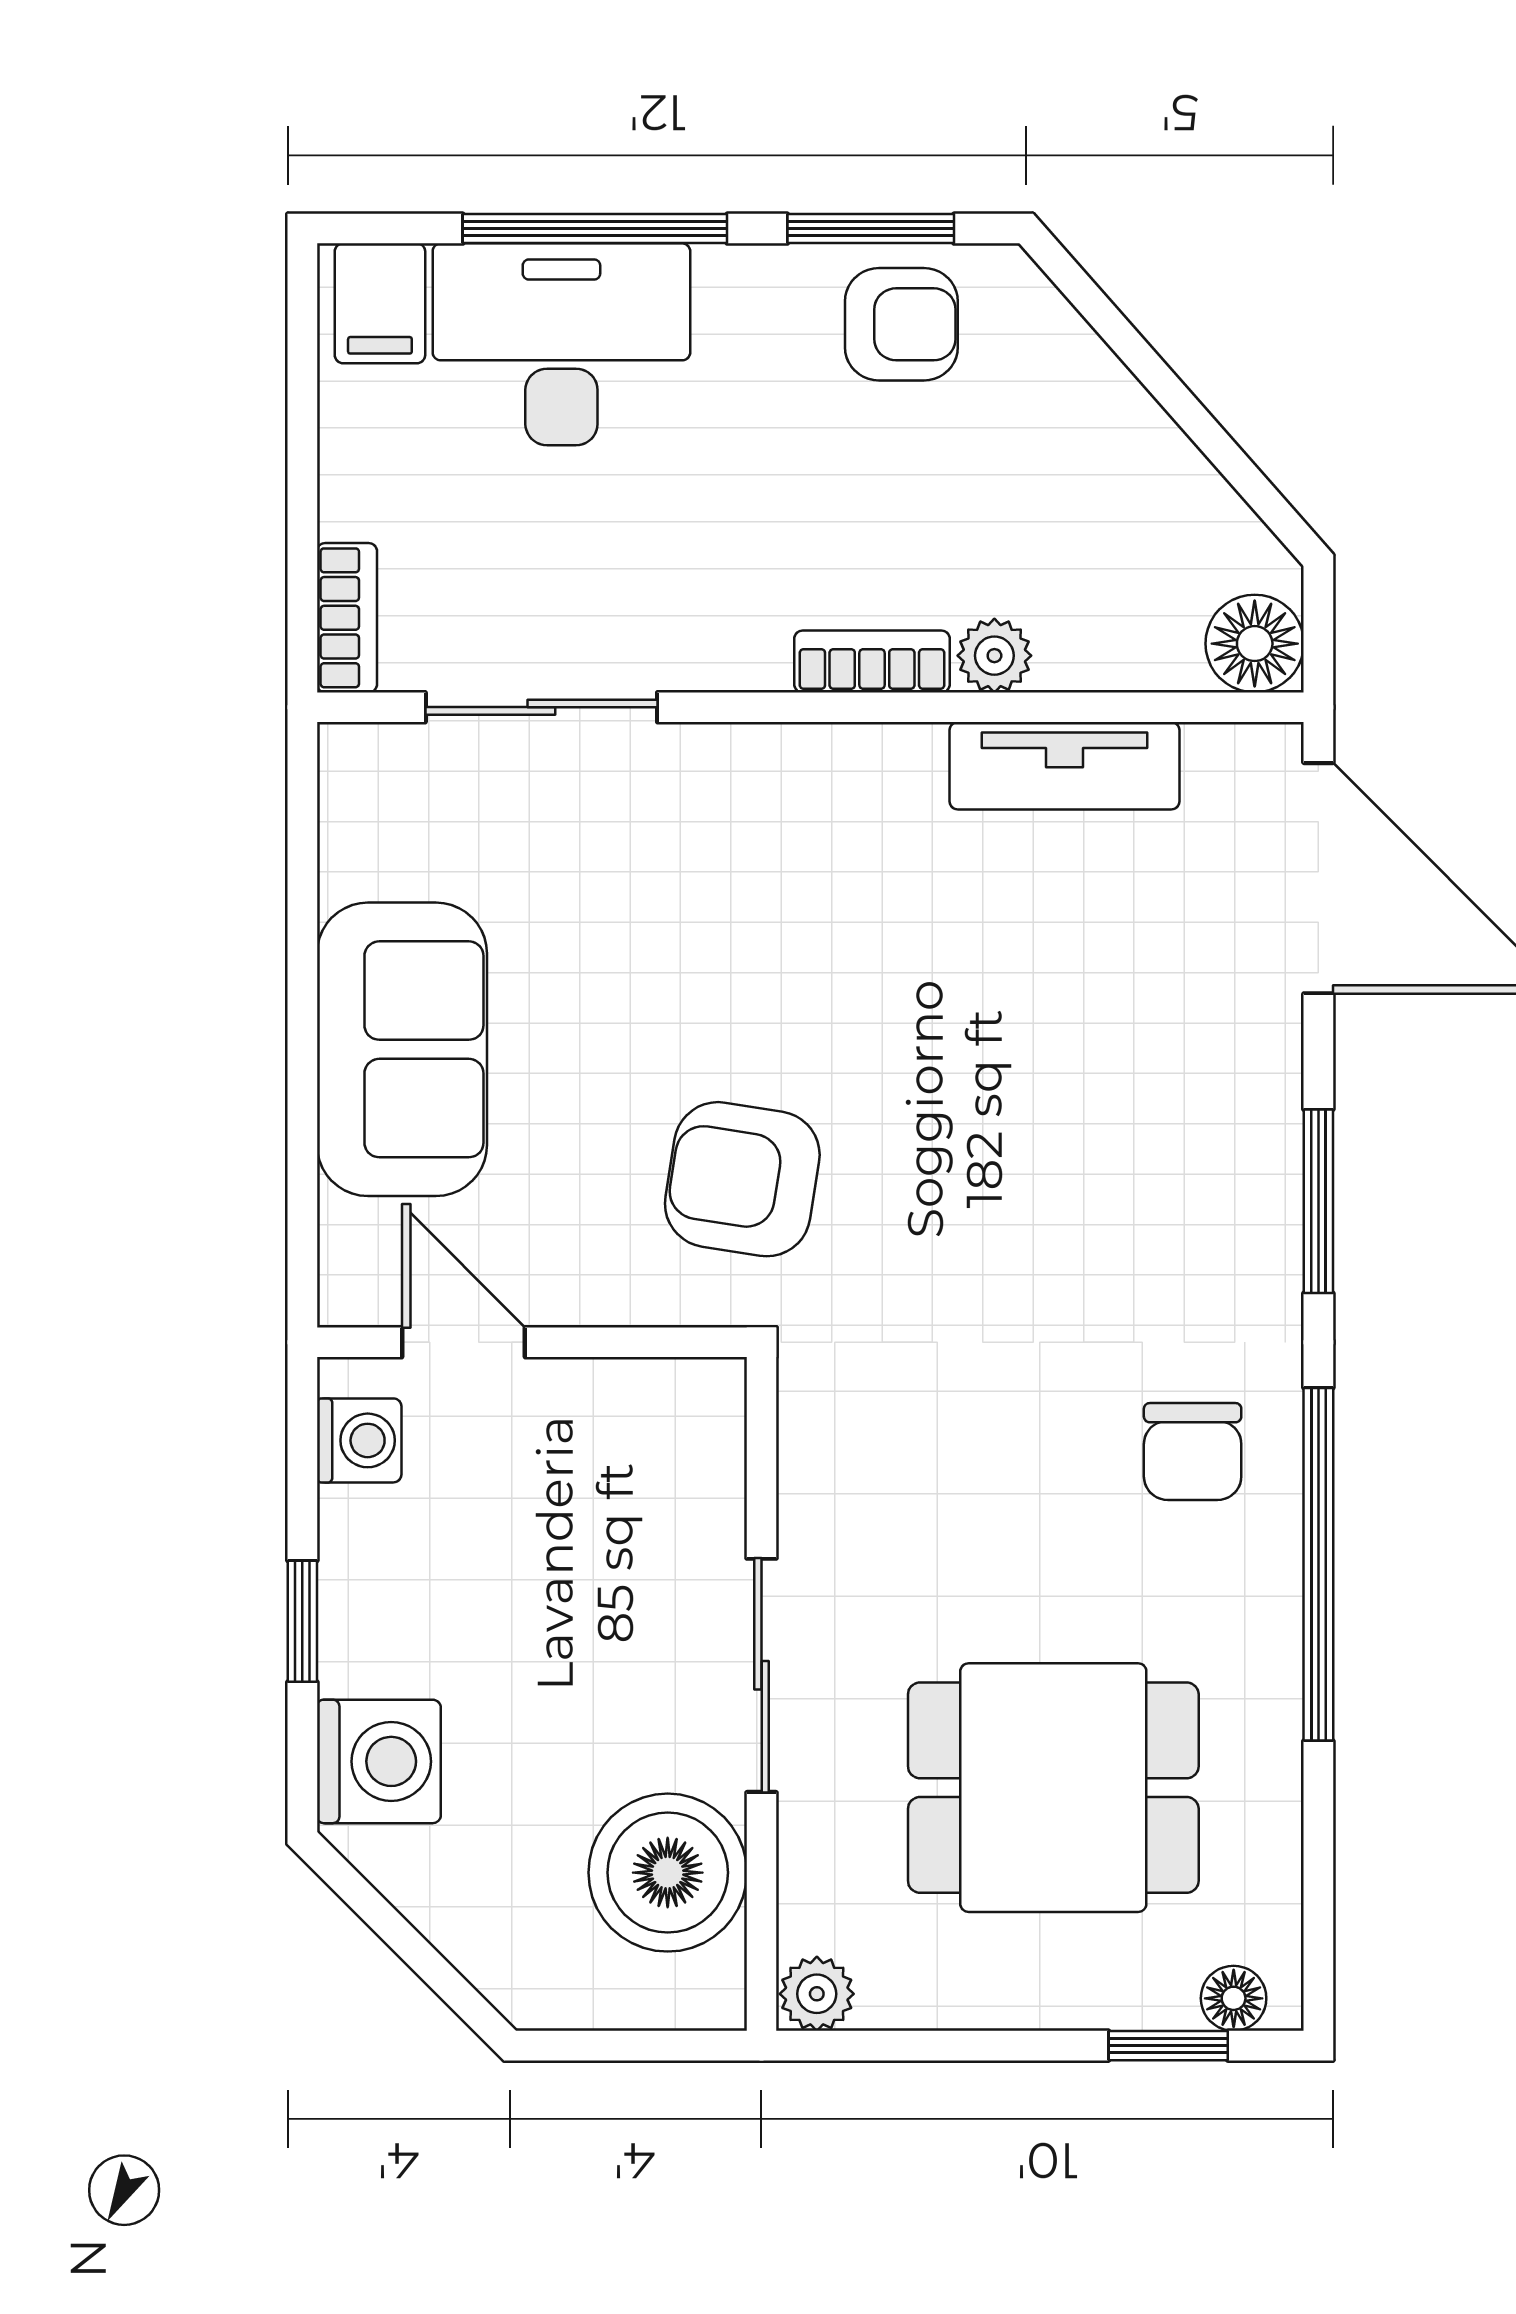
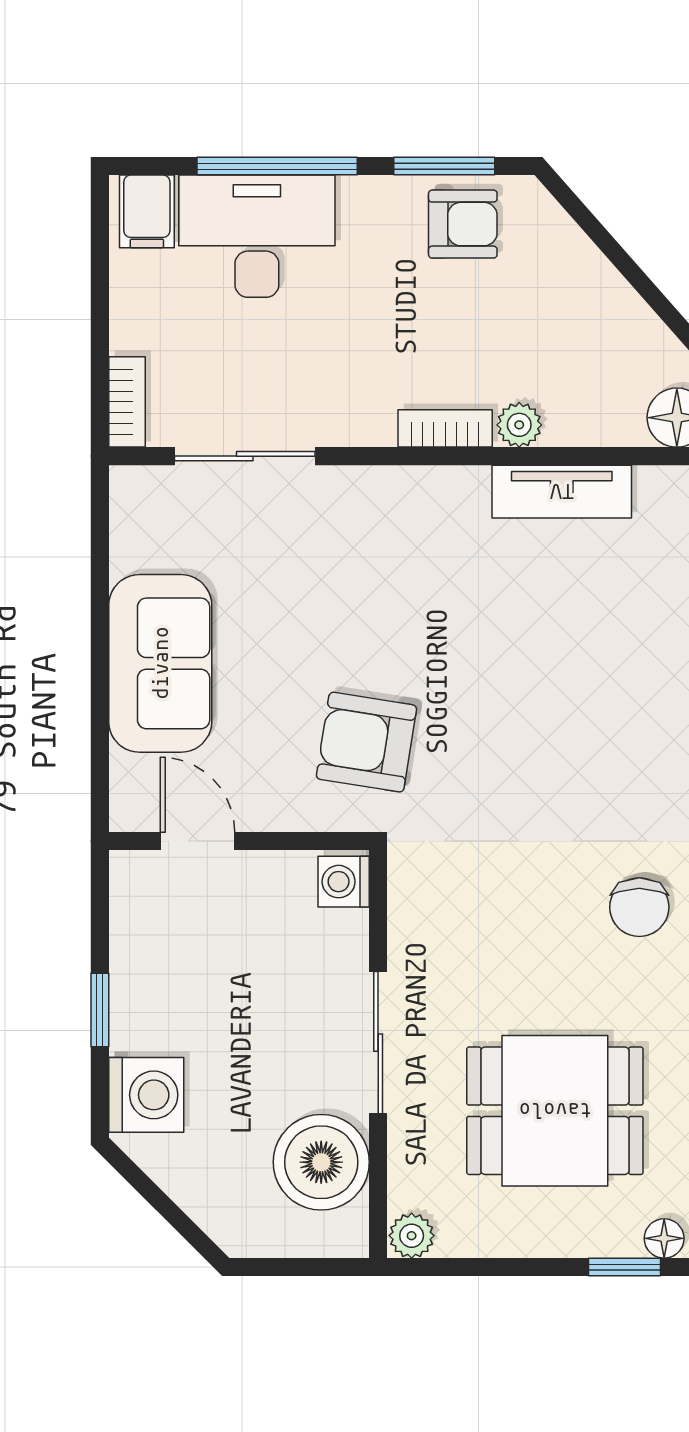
washing machine: (359, 1440) -> (344, 882), moved, turned 180

